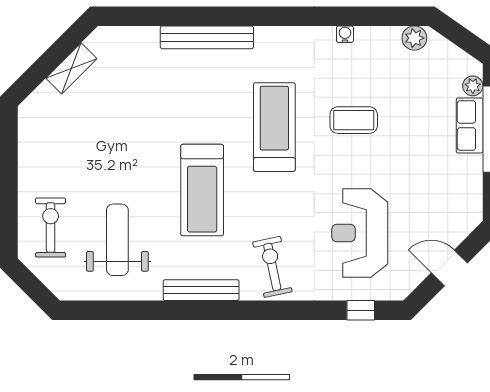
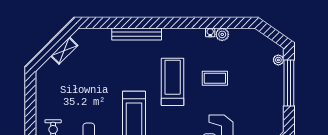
plant: (414, 38) -> (222, 34), moved
row of seats: (470, 125) -> (277, 81), removed

